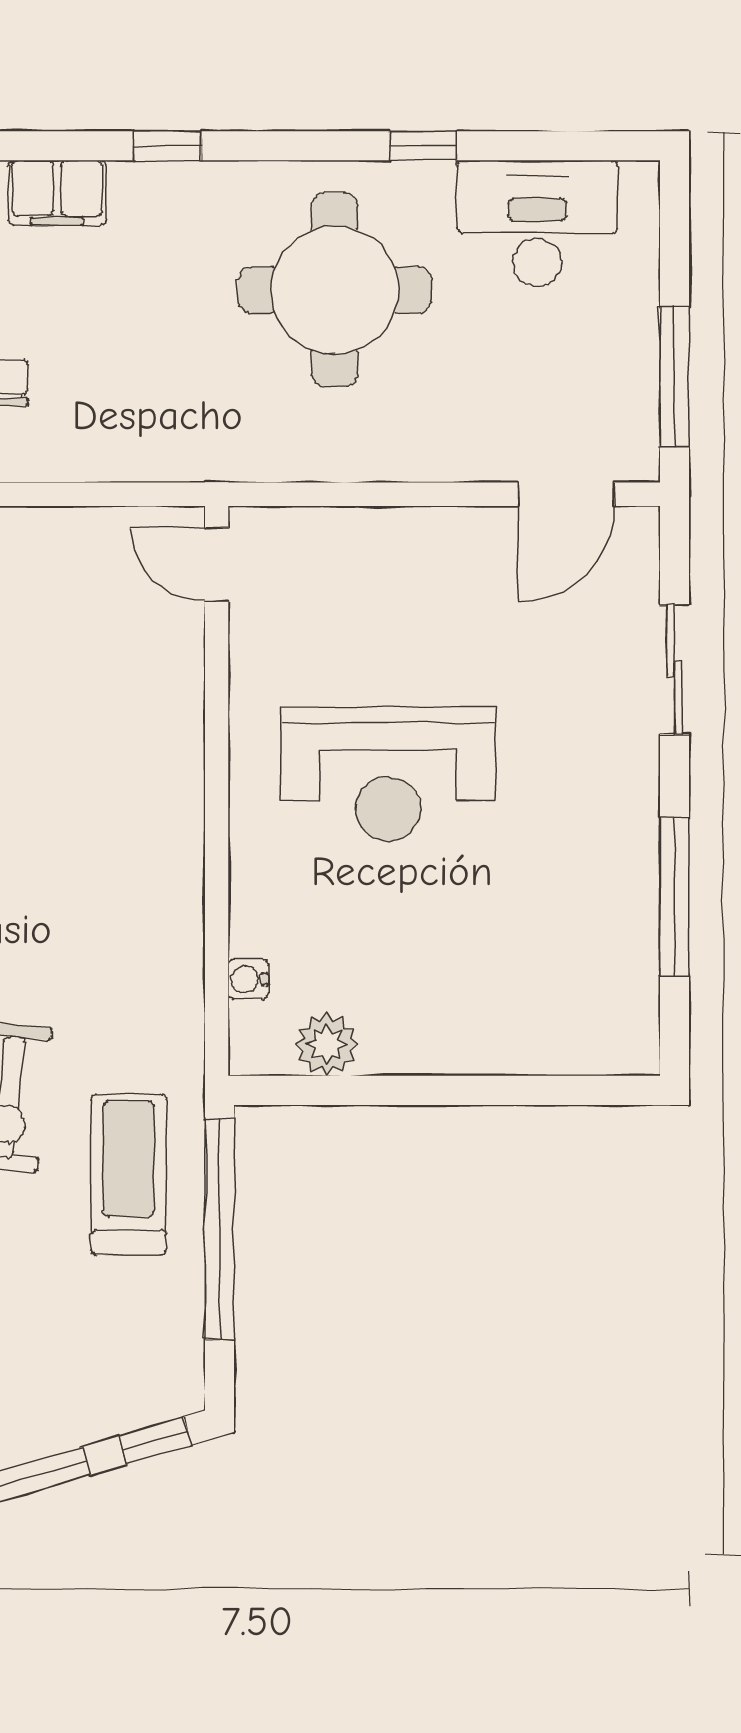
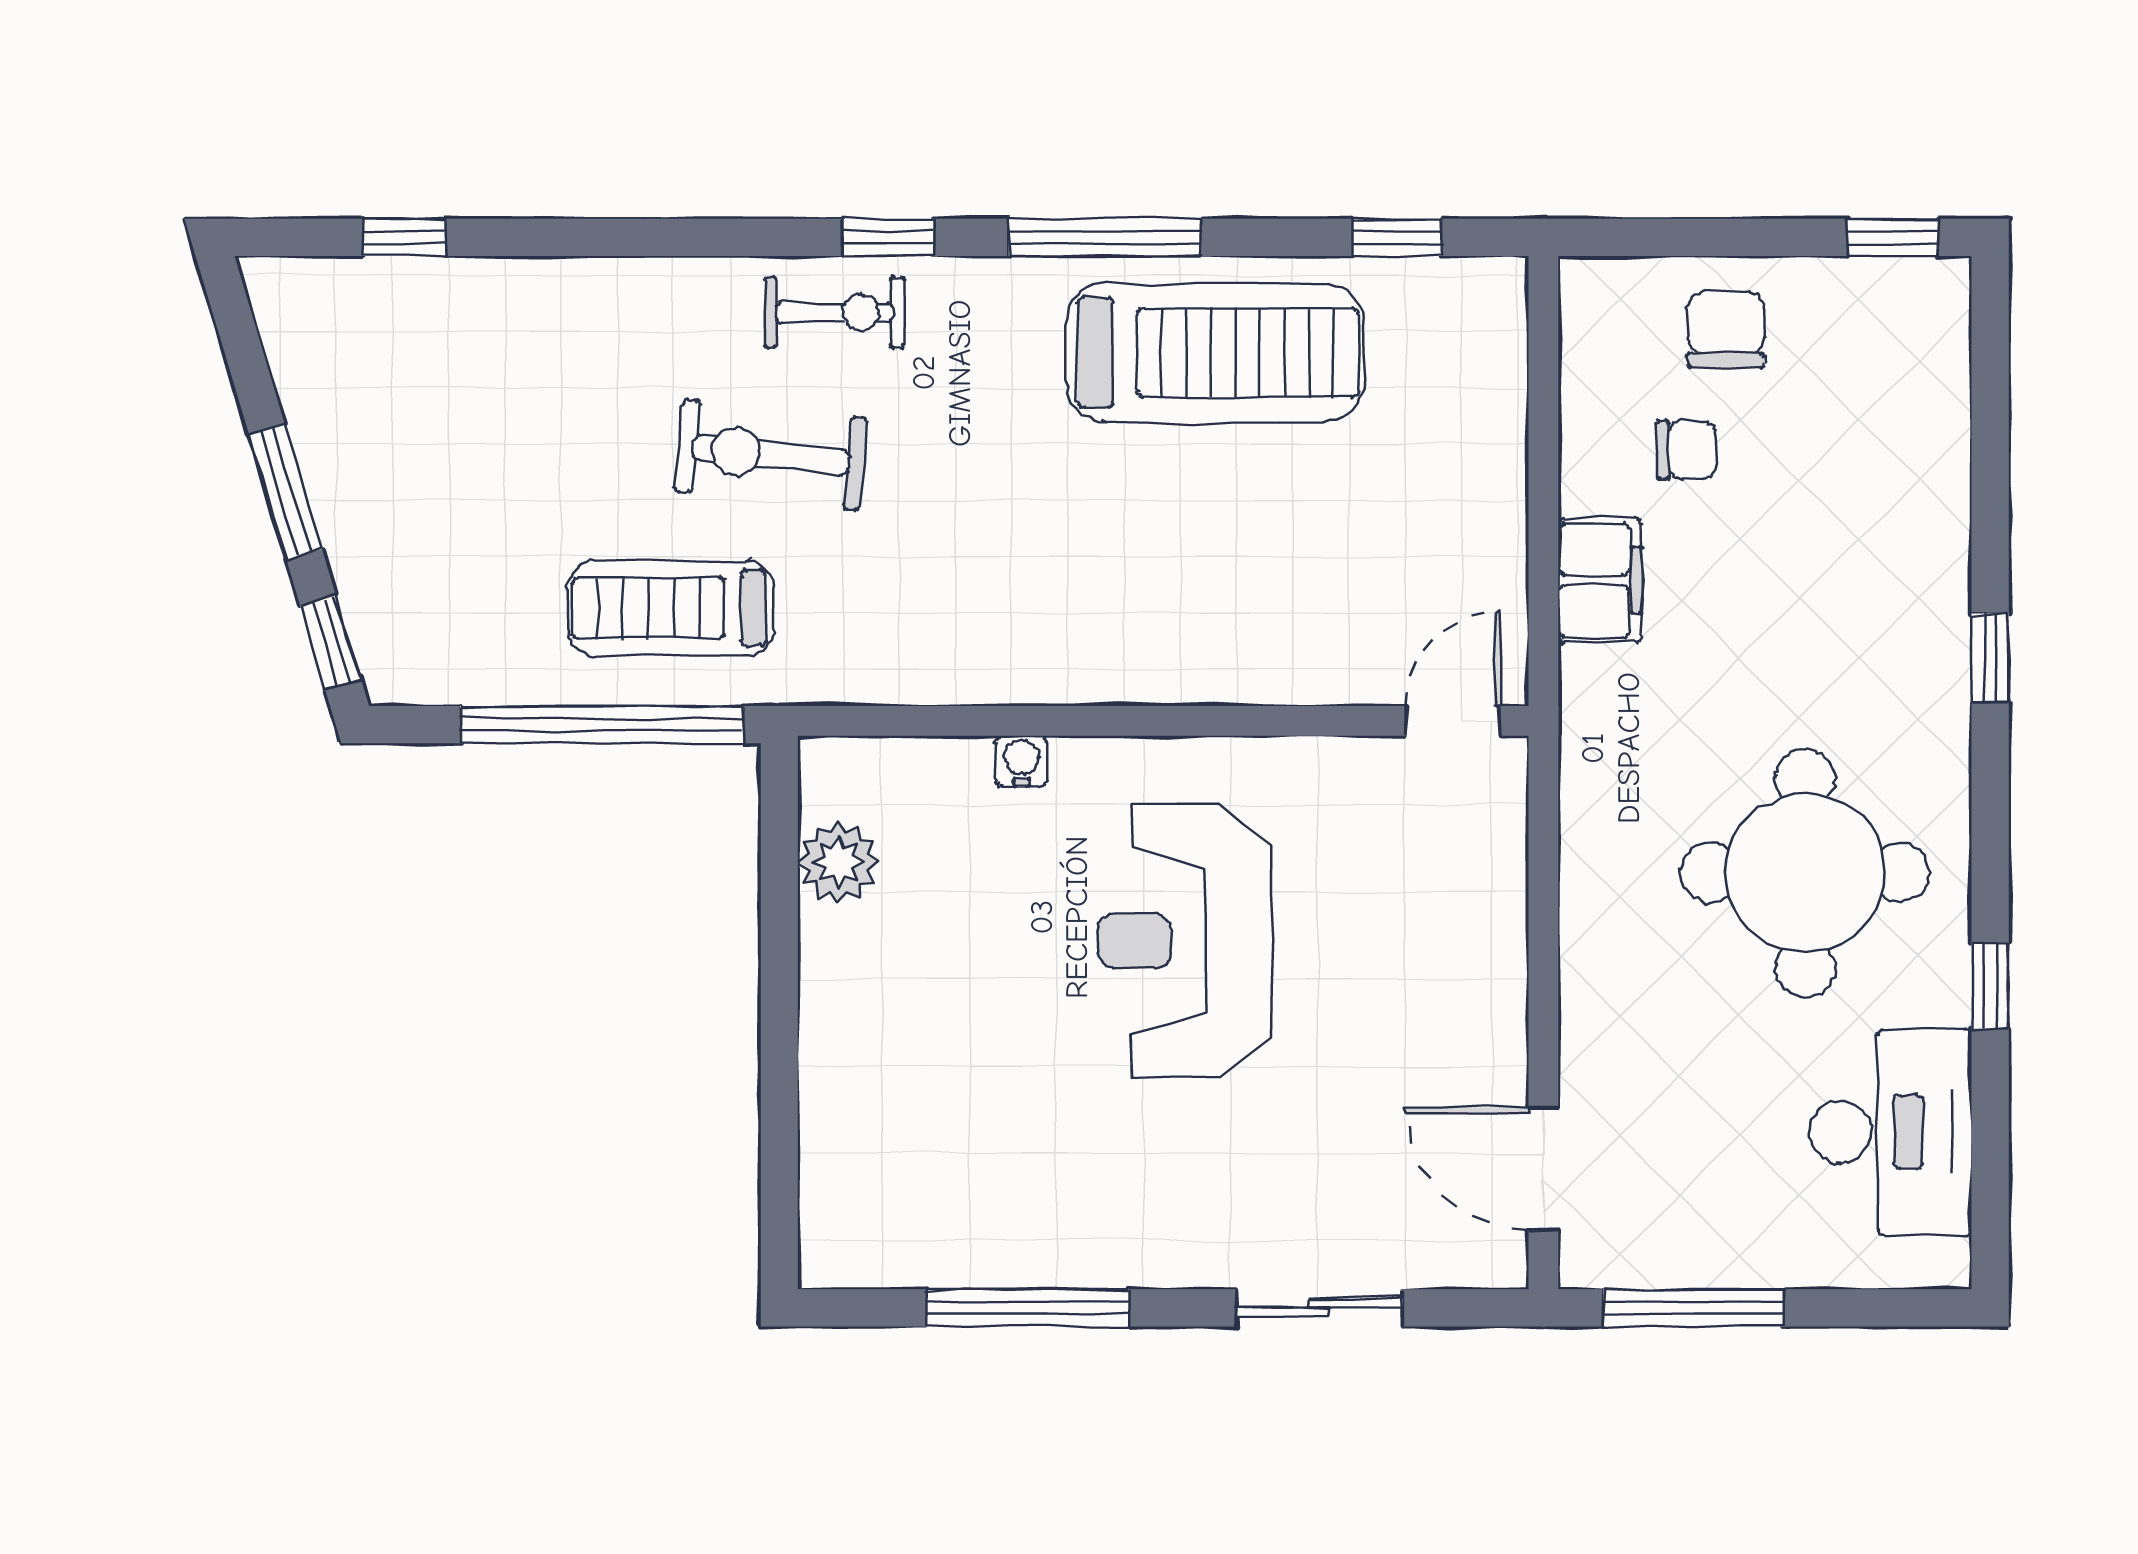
filing cabinet: (57, 193) -> (1600, 580), moved, turned 180
water cooler: (248, 979) -> (1021, 761), moved
treadmill: (129, 1175) -> (671, 608), turned 180

